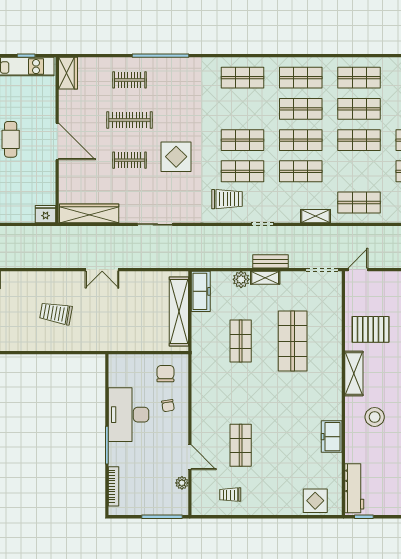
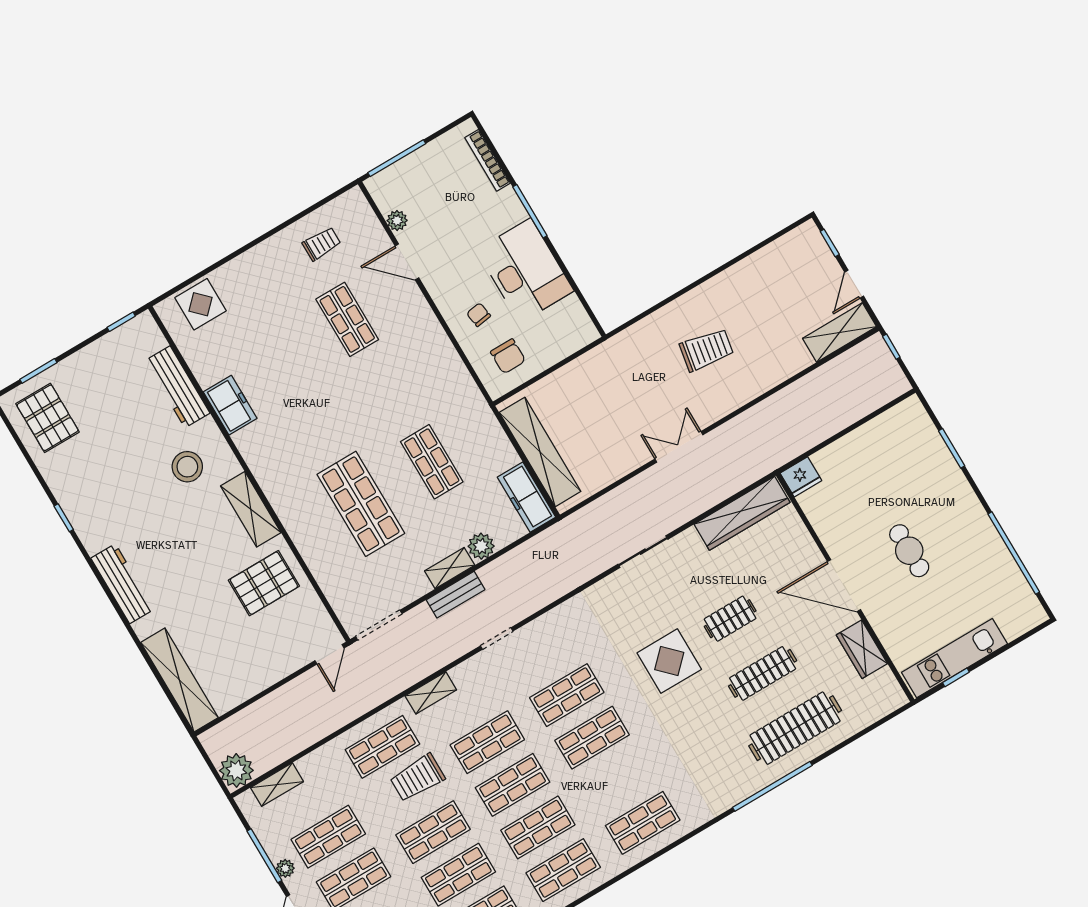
wardrobe: (68, 73) -> (862, 649), moved
clothes rail: (130, 80) -> (795, 728), width x1.86, depth x1.31
trolley: (227, 199) -> (417, 778), moved
workbench: (354, 488) -> (178, 387), moved

